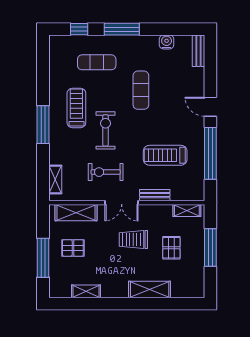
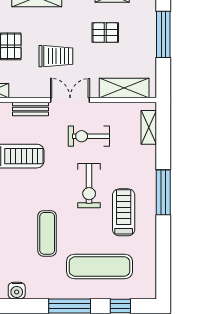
exercise mat: (97, 62) -> (100, 266), width x1.36, depth x1.45
treadmill: (76, 108) -> (124, 212), turned 180
exercise bike: (106, 172) -> (89, 136), turned 180
pallet: (73, 248) -> (105, 33), moved

